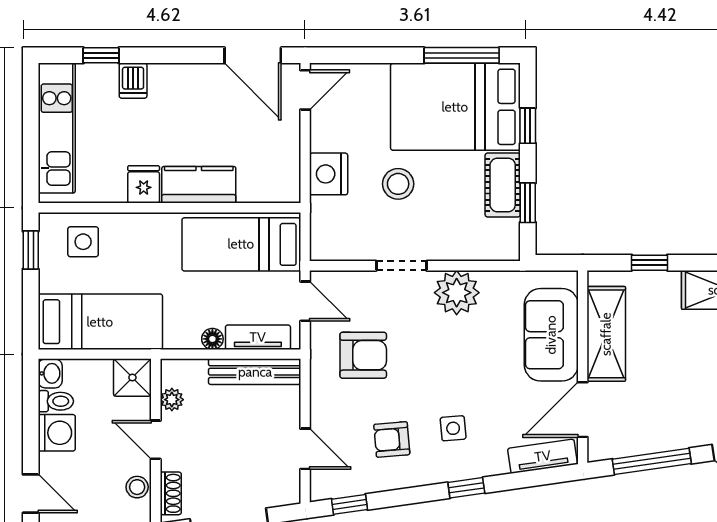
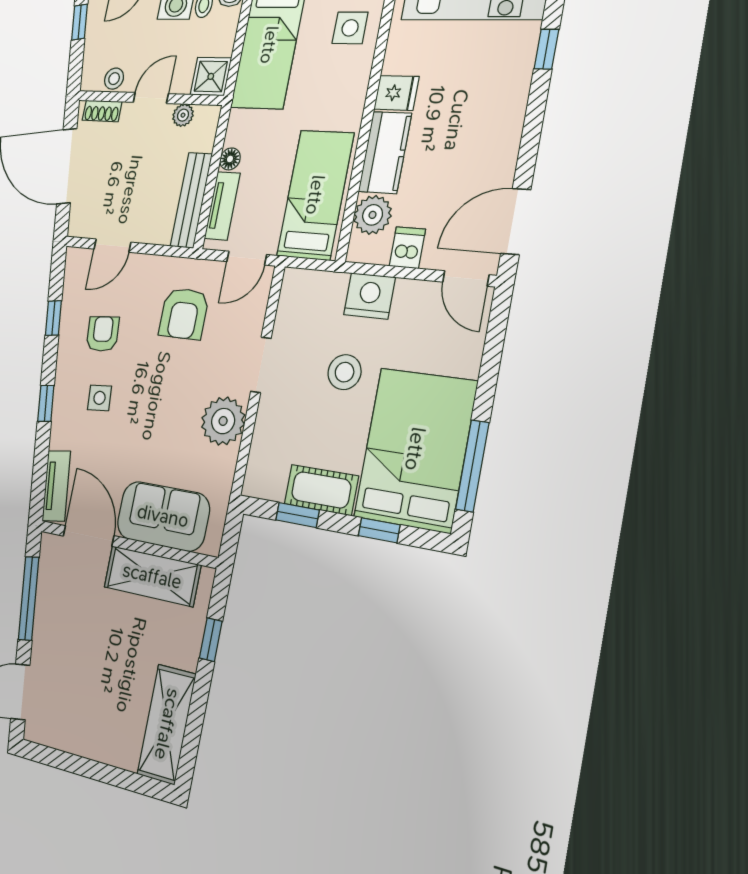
dishwasher: (133, 81) -> (407, 248), moved, turned 90
plant: (256, 185) -> (373, 215), added
window: (349, 504) -> (53, 318), moved

